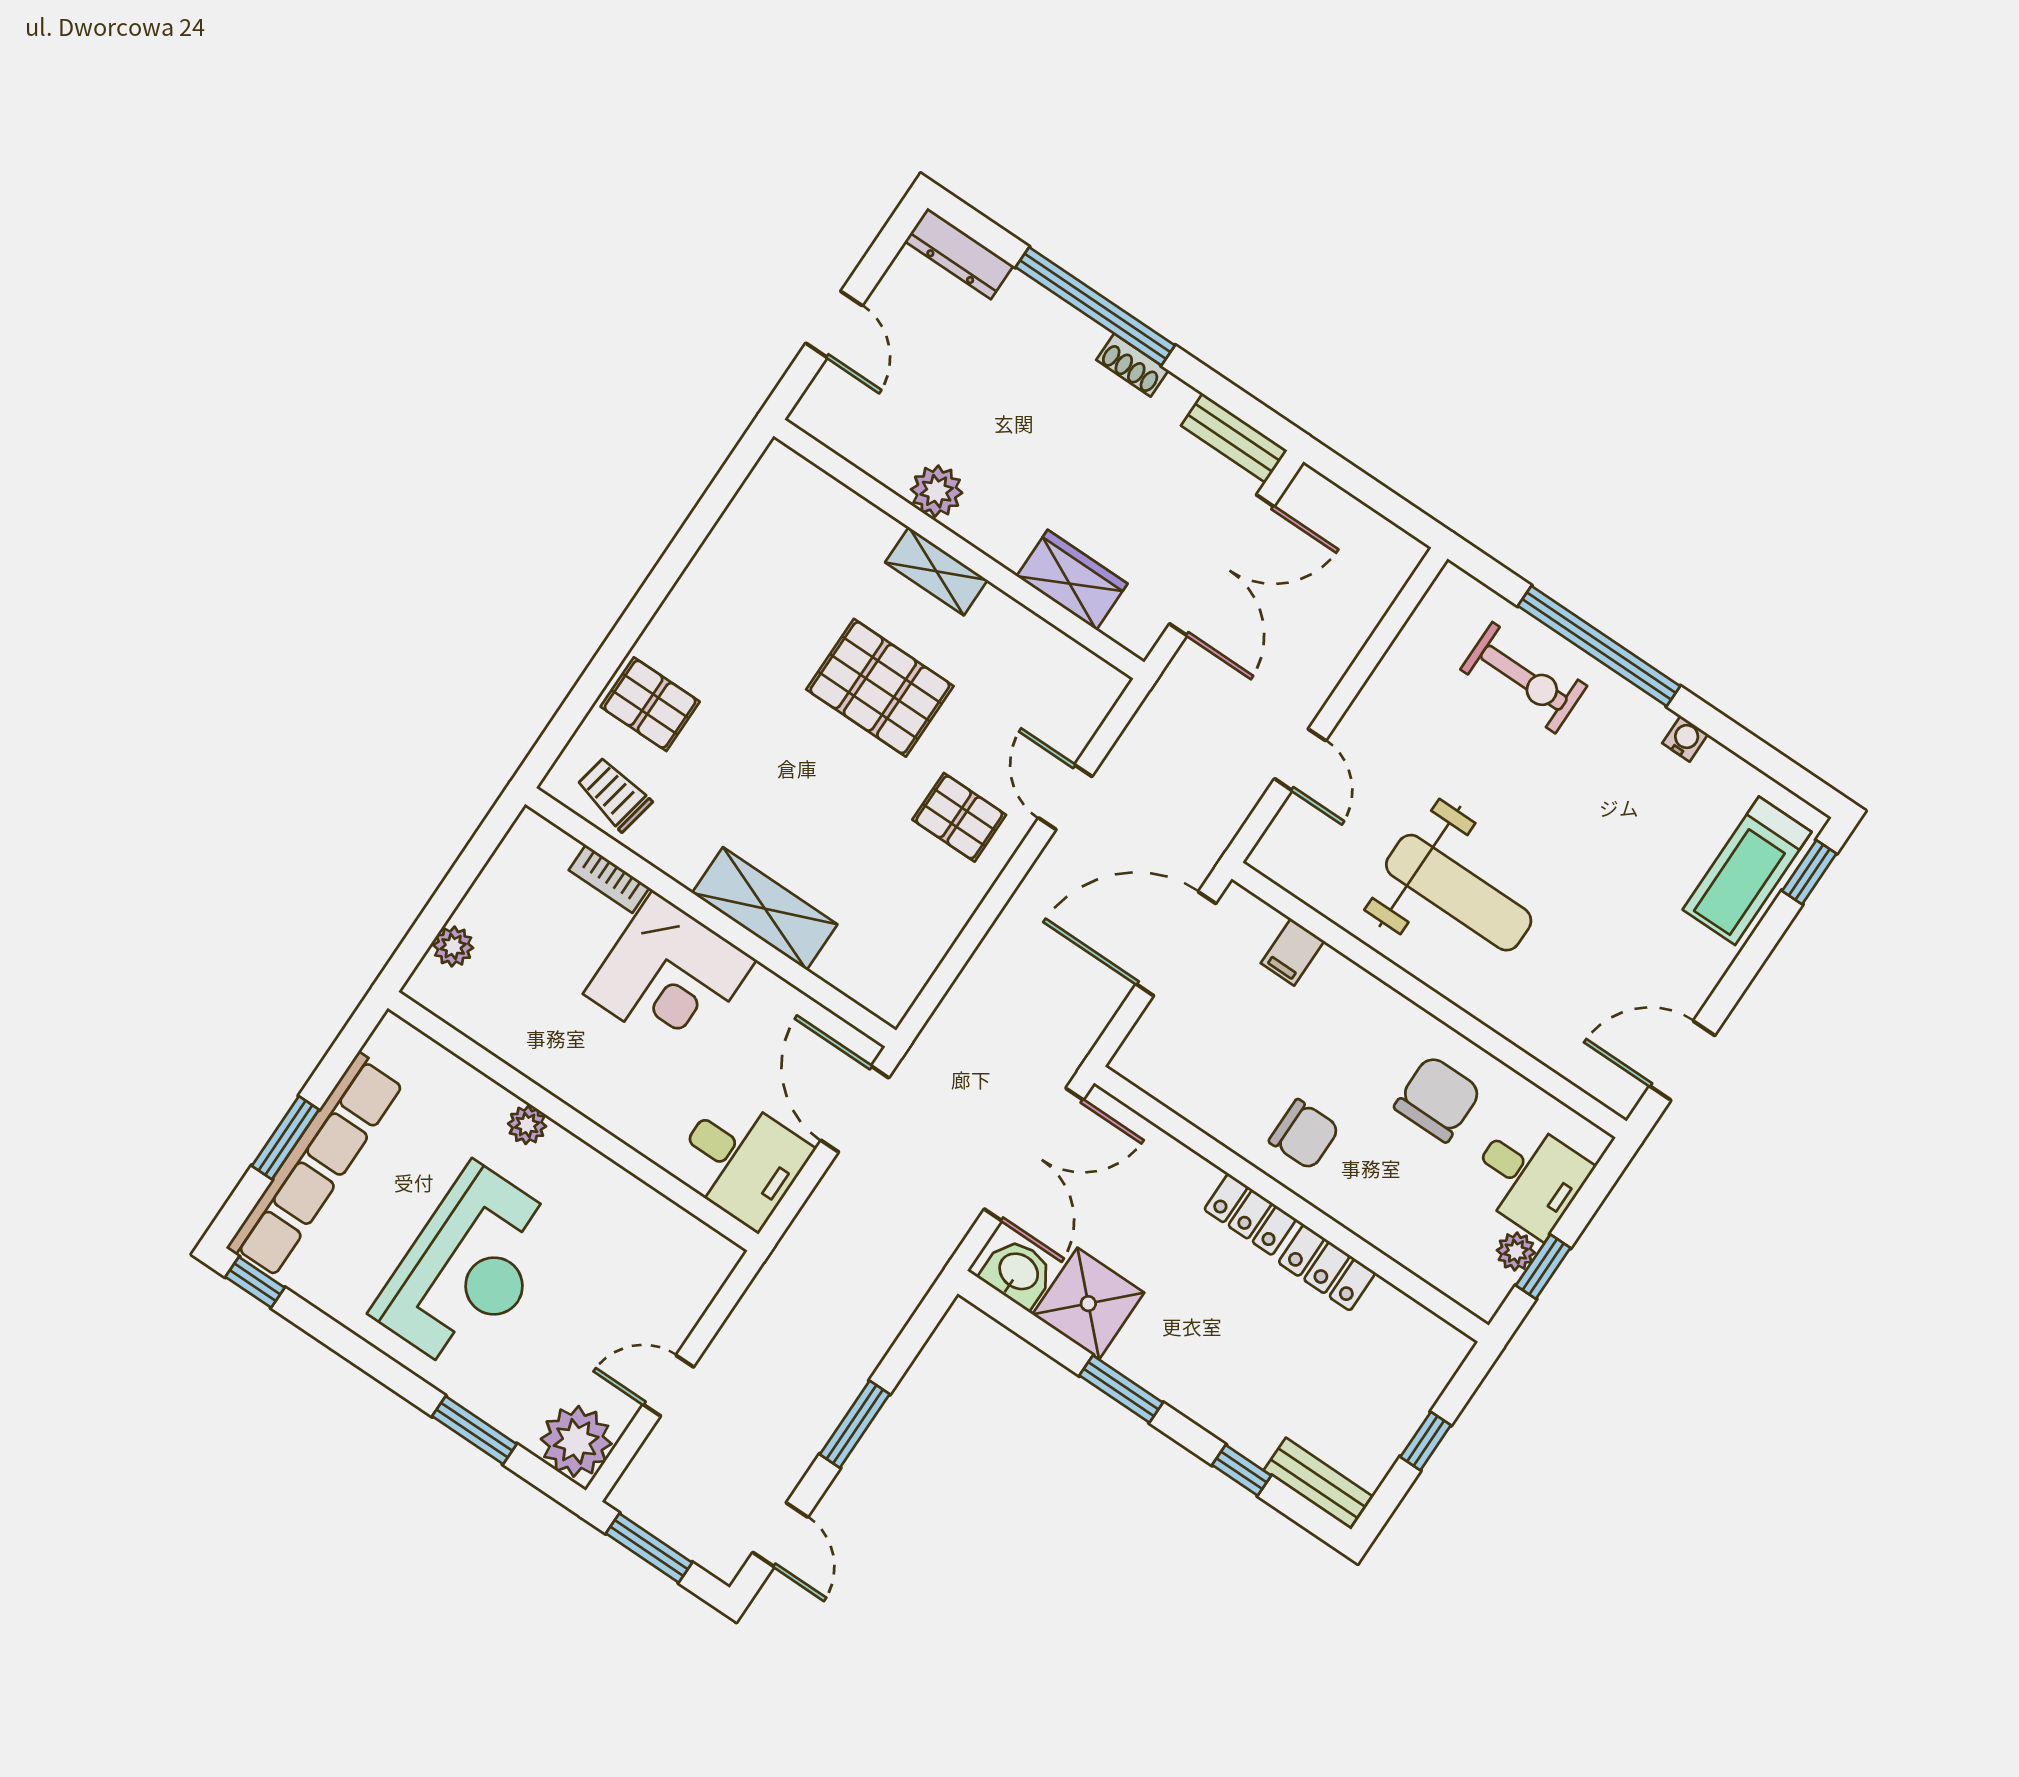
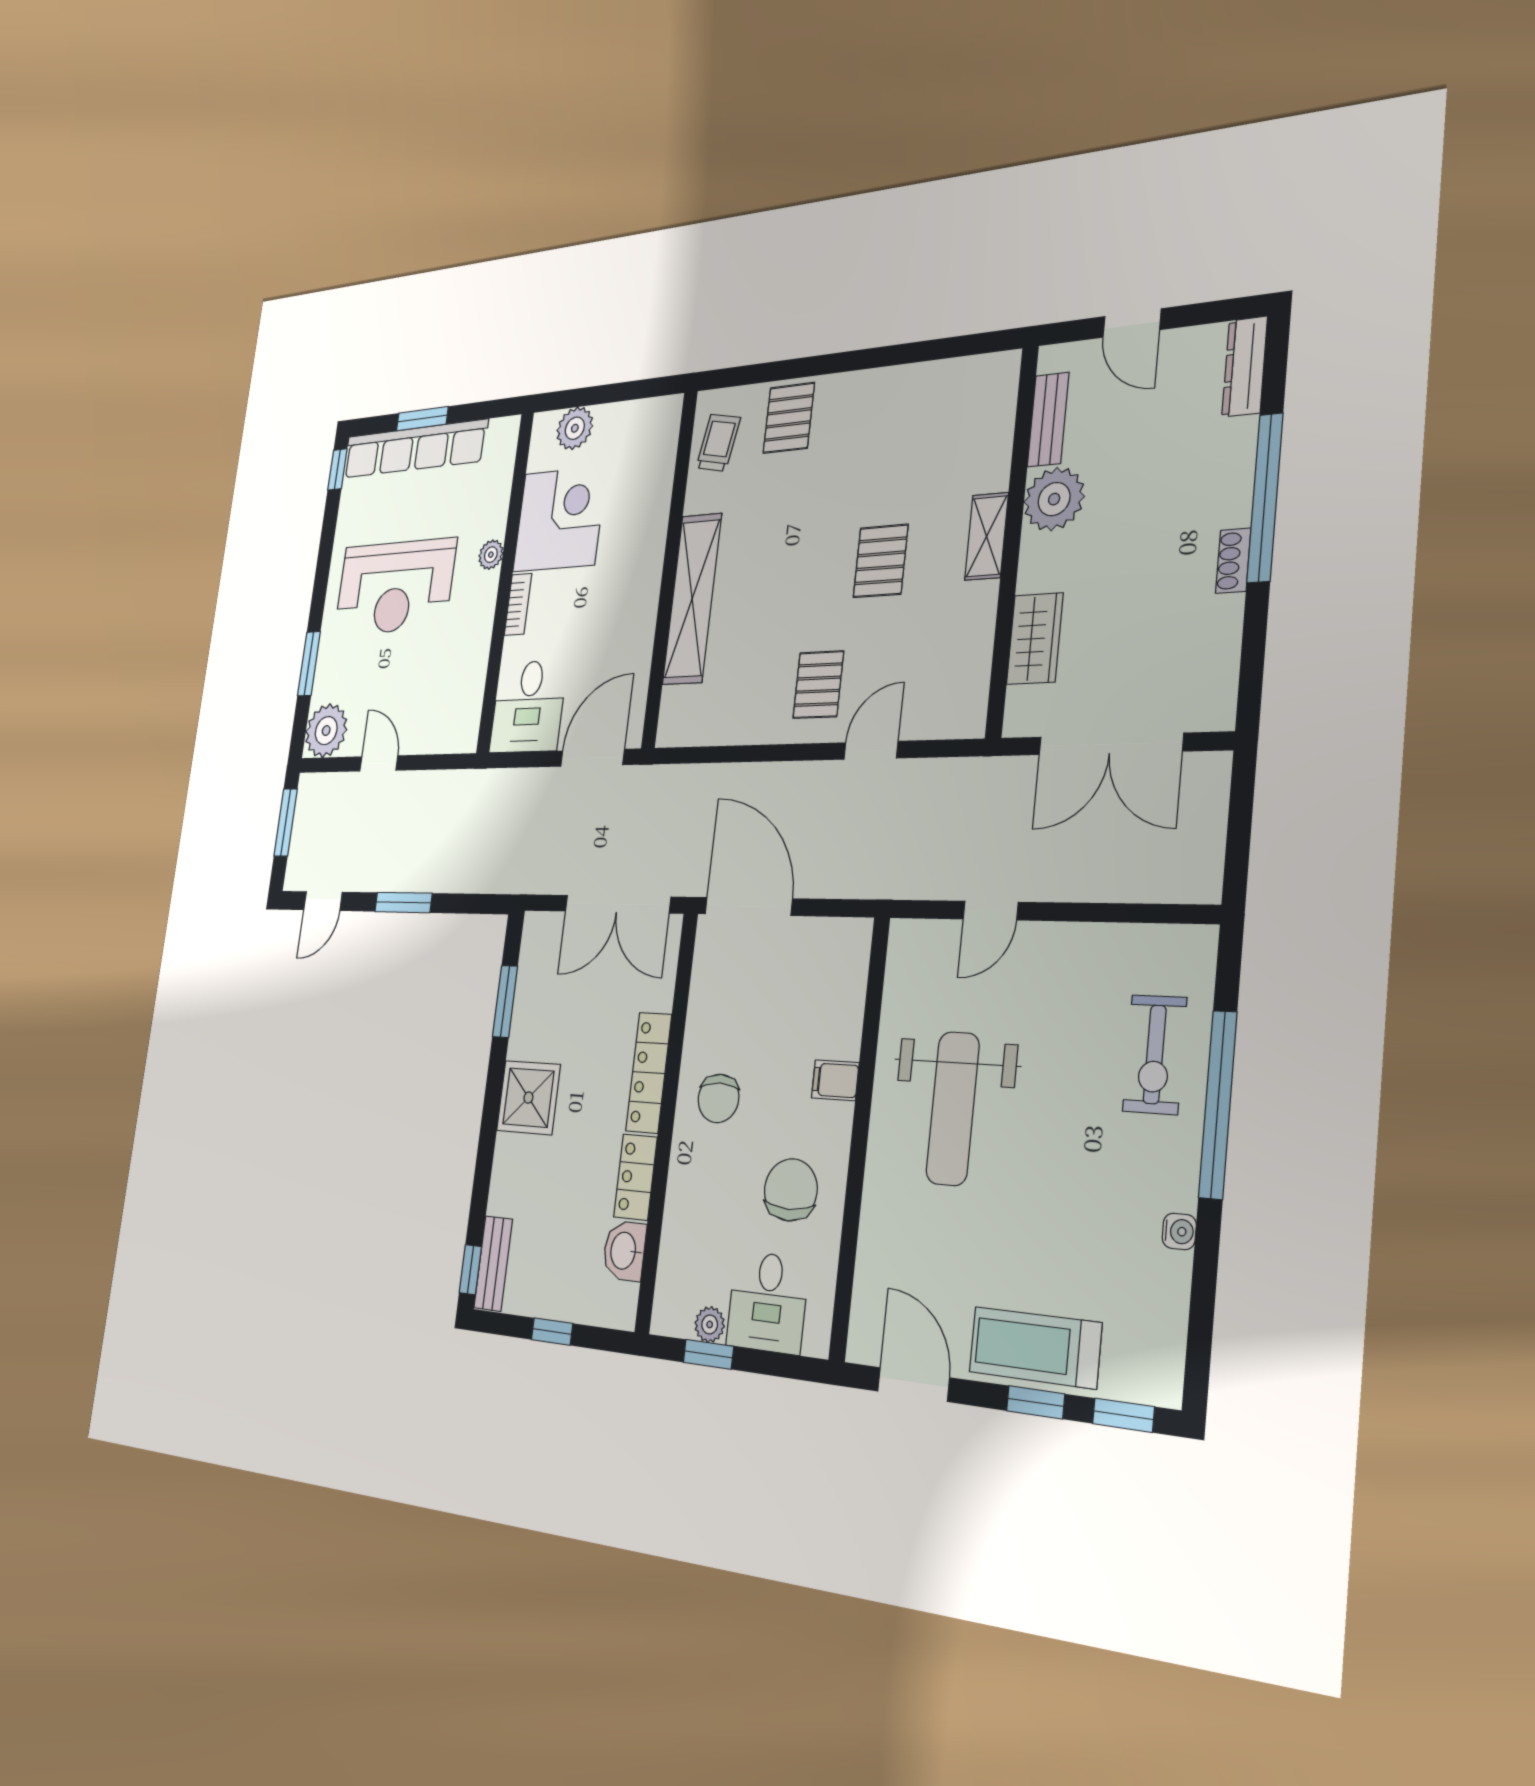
door: (834, 324) -> (1132, 323), hinge flipped
bench: (1234, 438) -> (1048, 420), moved
plant: (937, 491) -> (1054, 499), width x1.36, depth x1.36
pallet: (880, 688) -> (881, 561), width x0.67, depth x0.71
treadmill: (1747, 871) -> (1035, 1347), moved
bookcase: (609, 879) -> (518, 604), moved, turned 180
shelving: (765, 909) -> (692, 599), width x1.47
door: (1176, 944) -> (748, 906), moved
plant: (453, 946) -> (575, 428), width x1.38, depth x1.38
window: (1758, 949) -> (1035, 1402), added
filing cabinet: (1293, 952) -> (835, 1080), moved
corner desk: (670, 977) -> (560, 519), moved, turned 180
chair: (1438, 1099) -> (791, 1190), turned -90
locker: (1250, 1214) -> (649, 1073), width x1.53
washbasin: (1018, 1273) -> (624, 1251), moved, turned 180
shower: (1088, 1304) -> (528, 1098), moved
window: (1121, 1389) -> (505, 1001), moved
window: (1242, 1470) -> (470, 1270), moved

